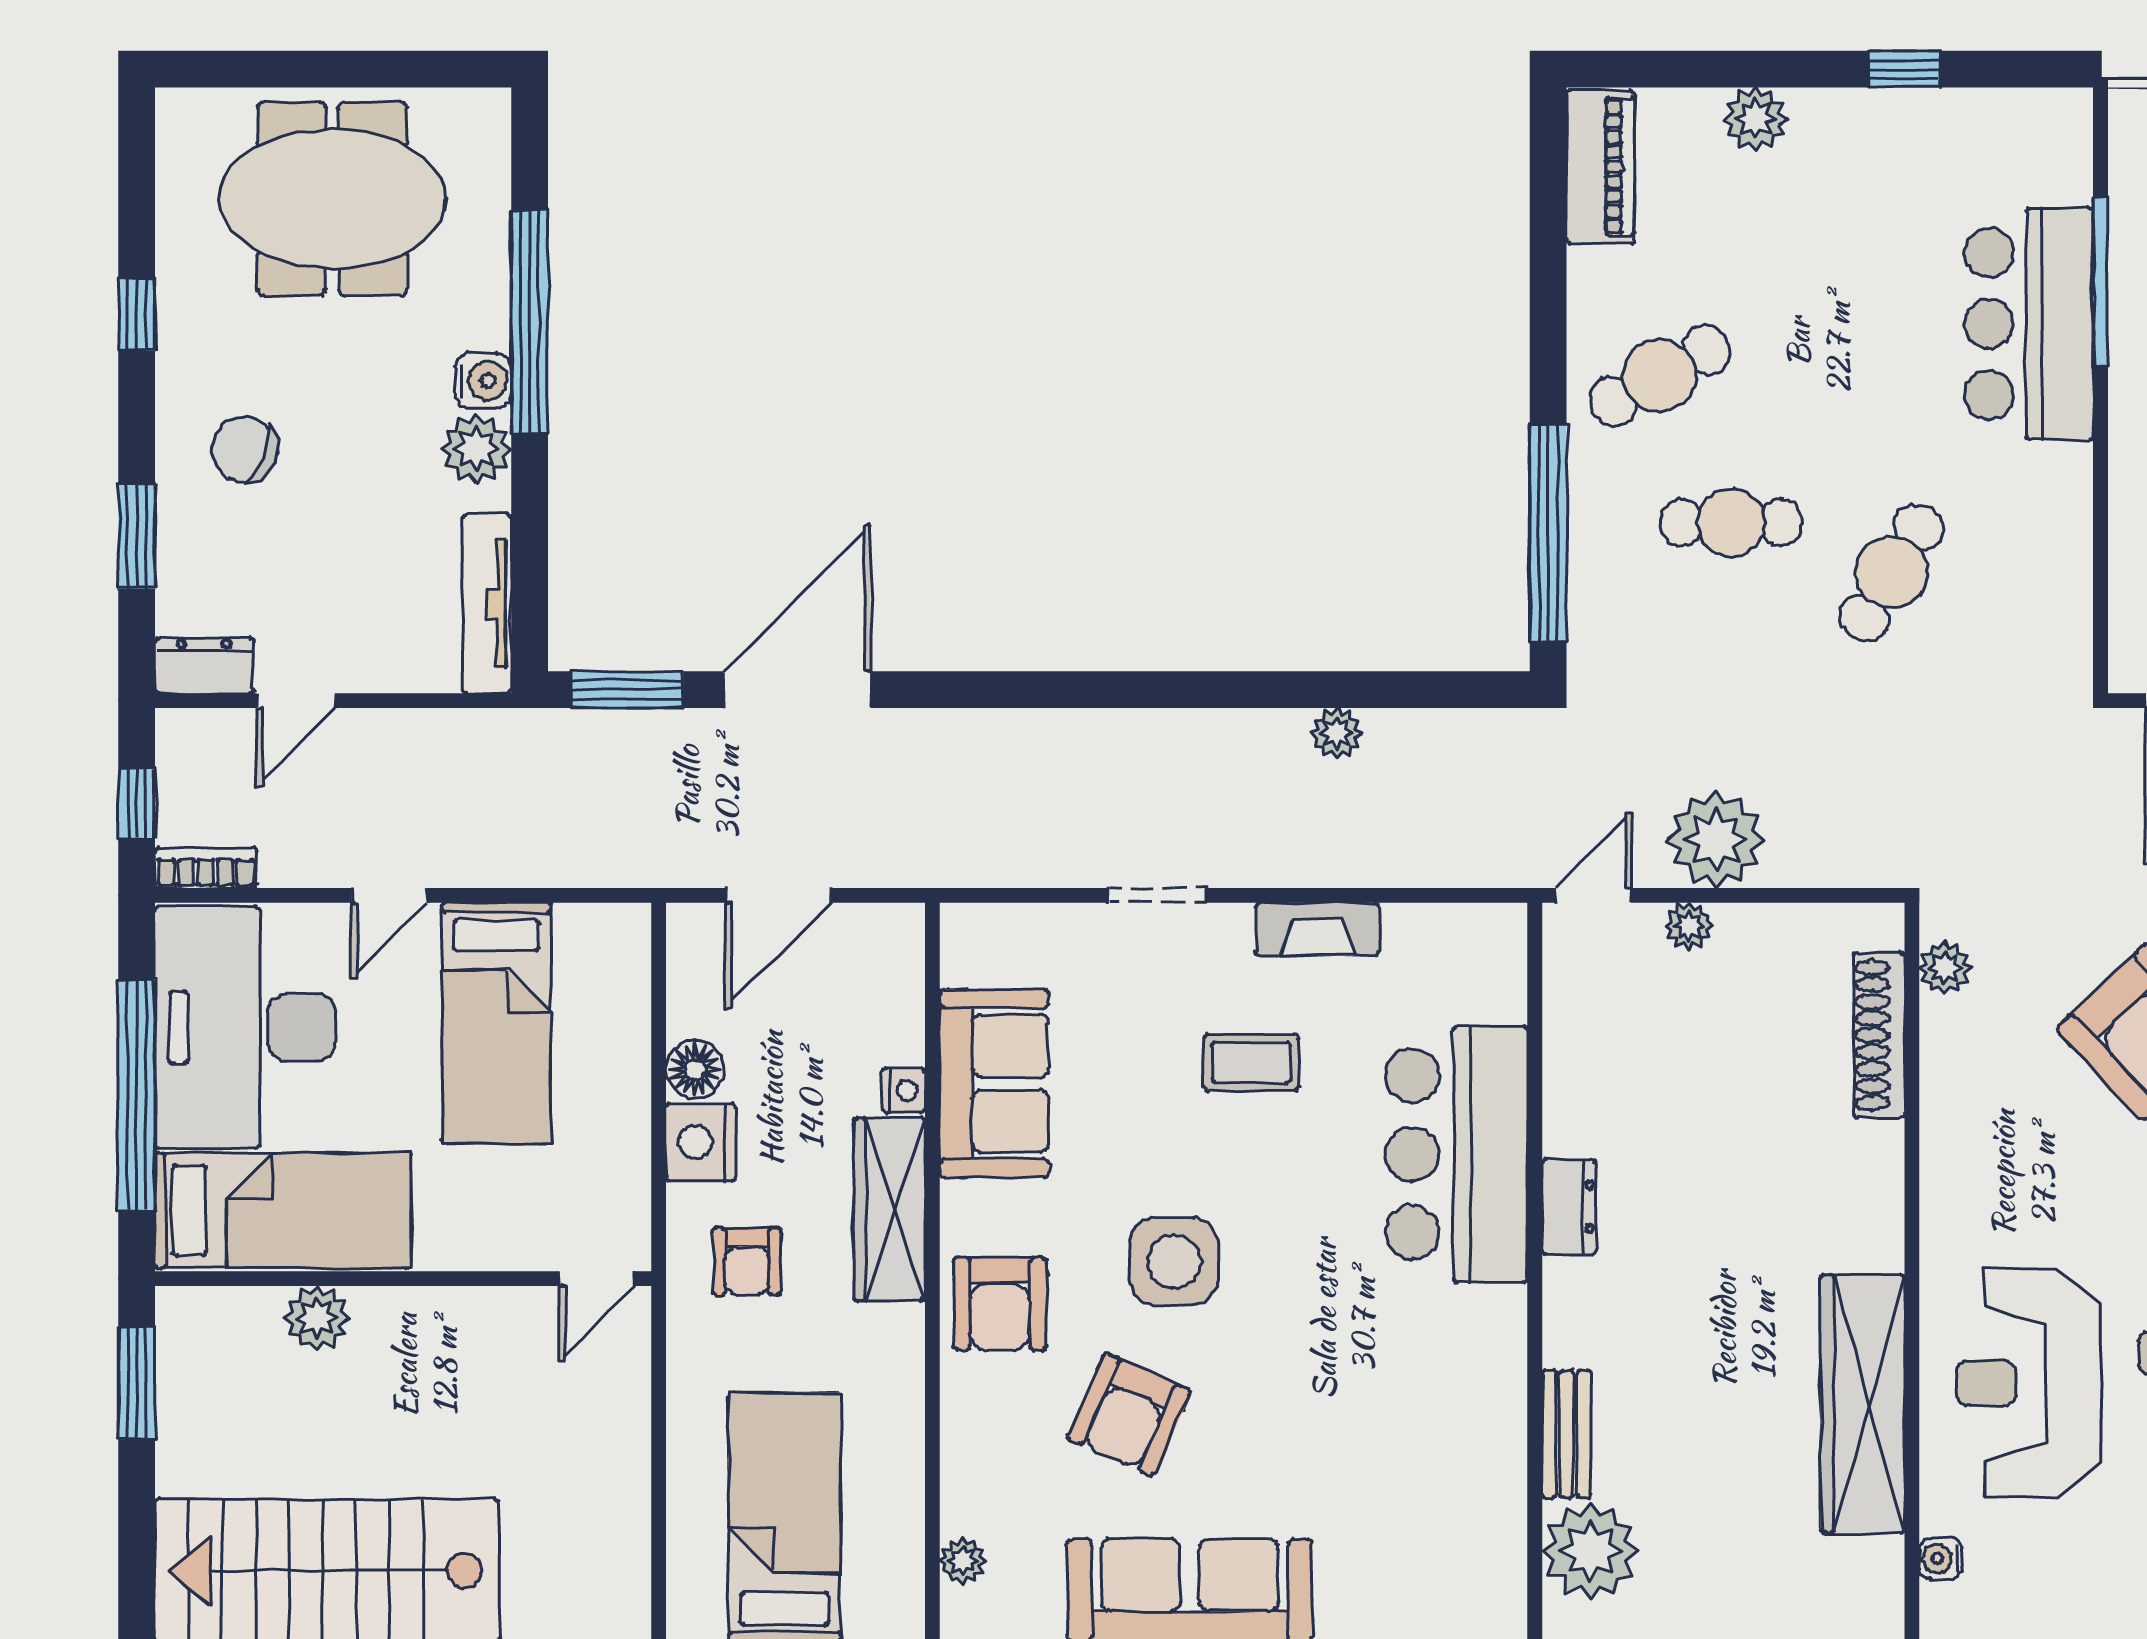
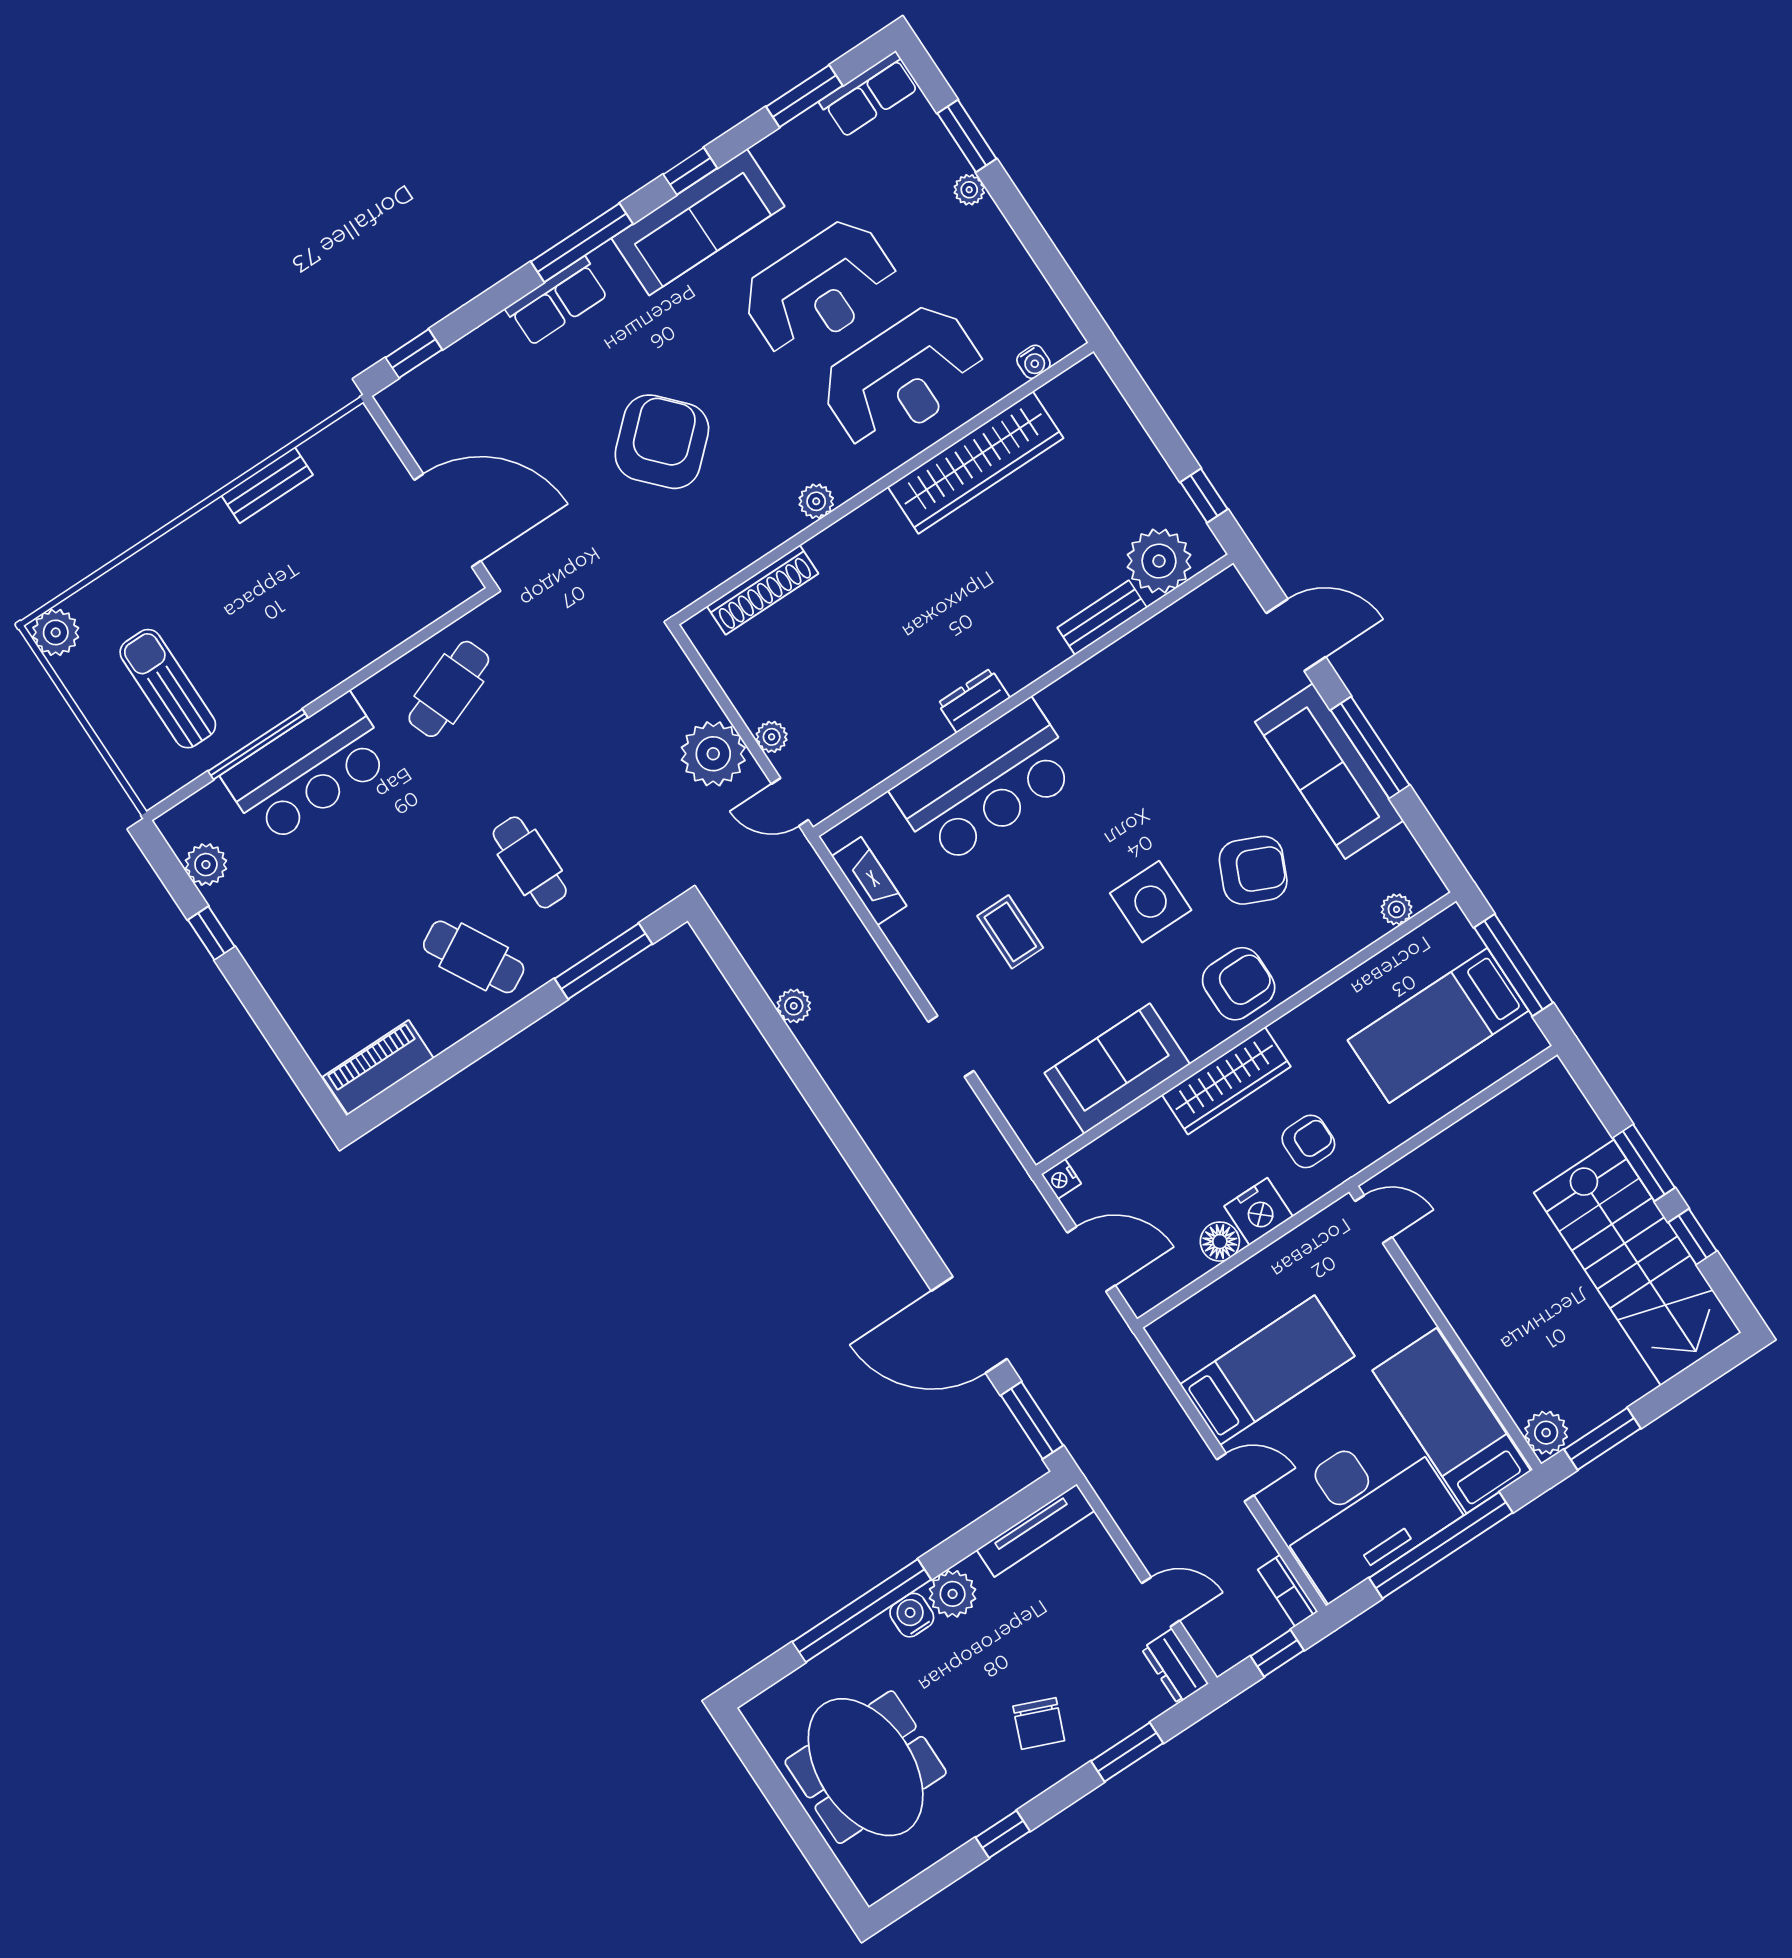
plant: (1756, 119) -> (206, 865), moved
window: (1548, 533) -> (603, 961), width x0.68
cafe table: (1891, 572) -> (449, 689), moved, turned -52
fireplace: (1317, 929) -> (869, 881), moved
plant: (1945, 968) -> (816, 501), moved
nightstand: (904, 1090) -> (1061, 1179), moved, turned -90
plant: (317, 1318) -> (1546, 1433), moved

